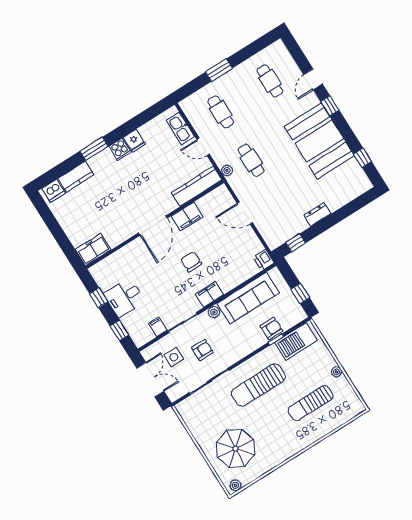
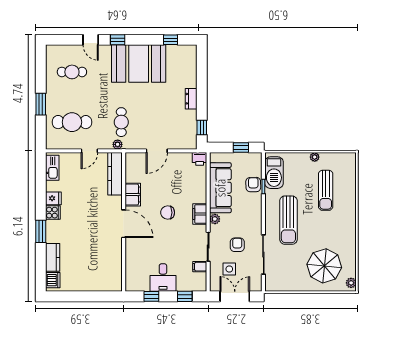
cafe table: (221, 112) -> (72, 122), width x1.37, depth x1.35
kitchen sink: (180, 128) -> (52, 168), moved, turned -90
cafe table: (251, 160) -> (121, 122), turned 90
freezer: (93, 250) -> (114, 278), removed

